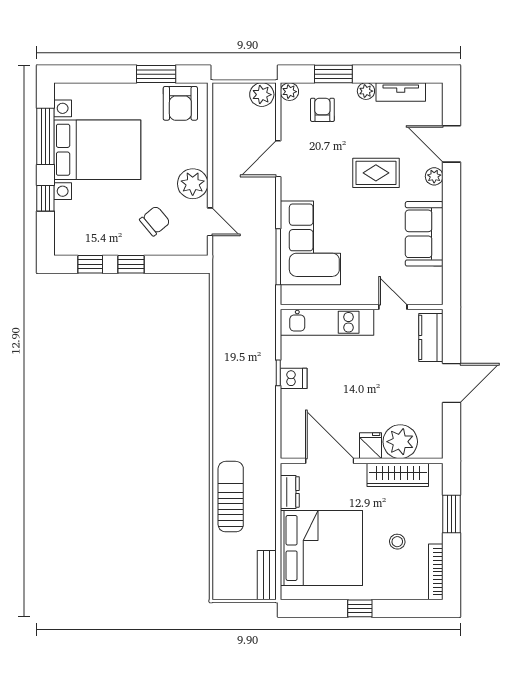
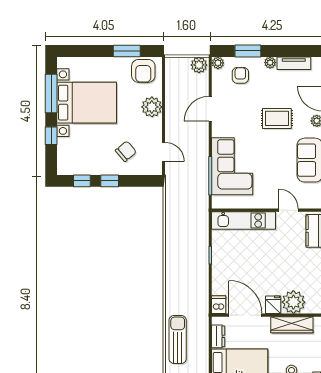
plant: (193, 184) -> (152, 107), moved
dishwasher: (294, 378) -> (219, 305), moved, turned -90

